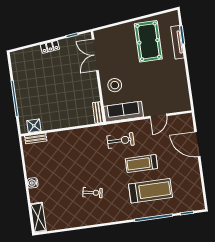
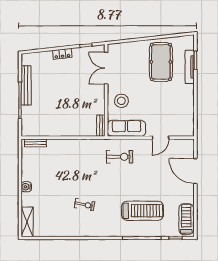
bench: (19, 83) -> (26, 85), added
shower: (34, 126) -> (35, 130), removed
treadmill: (141, 164) -> (186, 219), moved, turned 90

